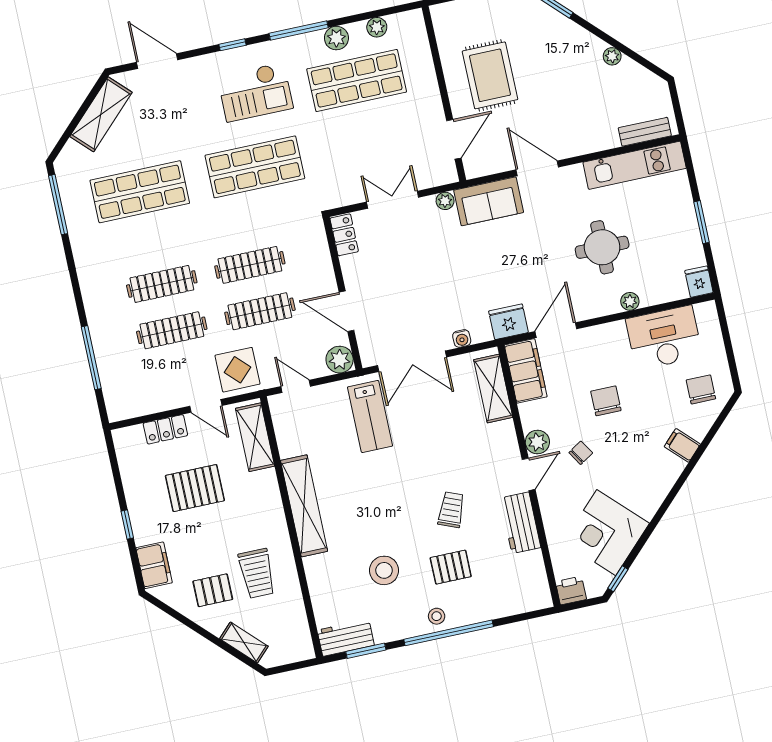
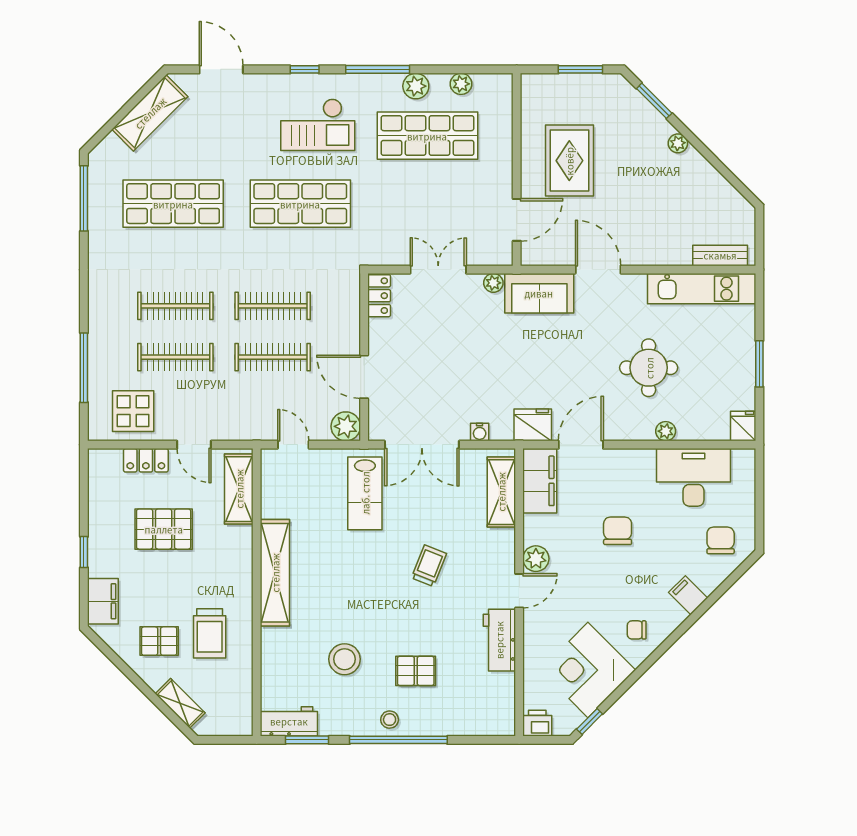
plant: (612, 56) -> (678, 143), moved
display table: (237, 370) -> (133, 411), moved
chair: (581, 453) -> (637, 630), moved, turned -148
trolley: (451, 510) -> (429, 566), moved

